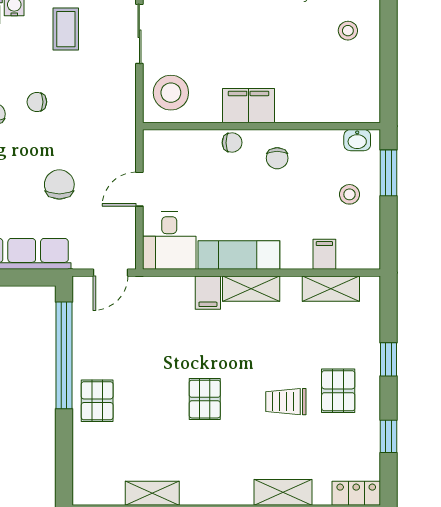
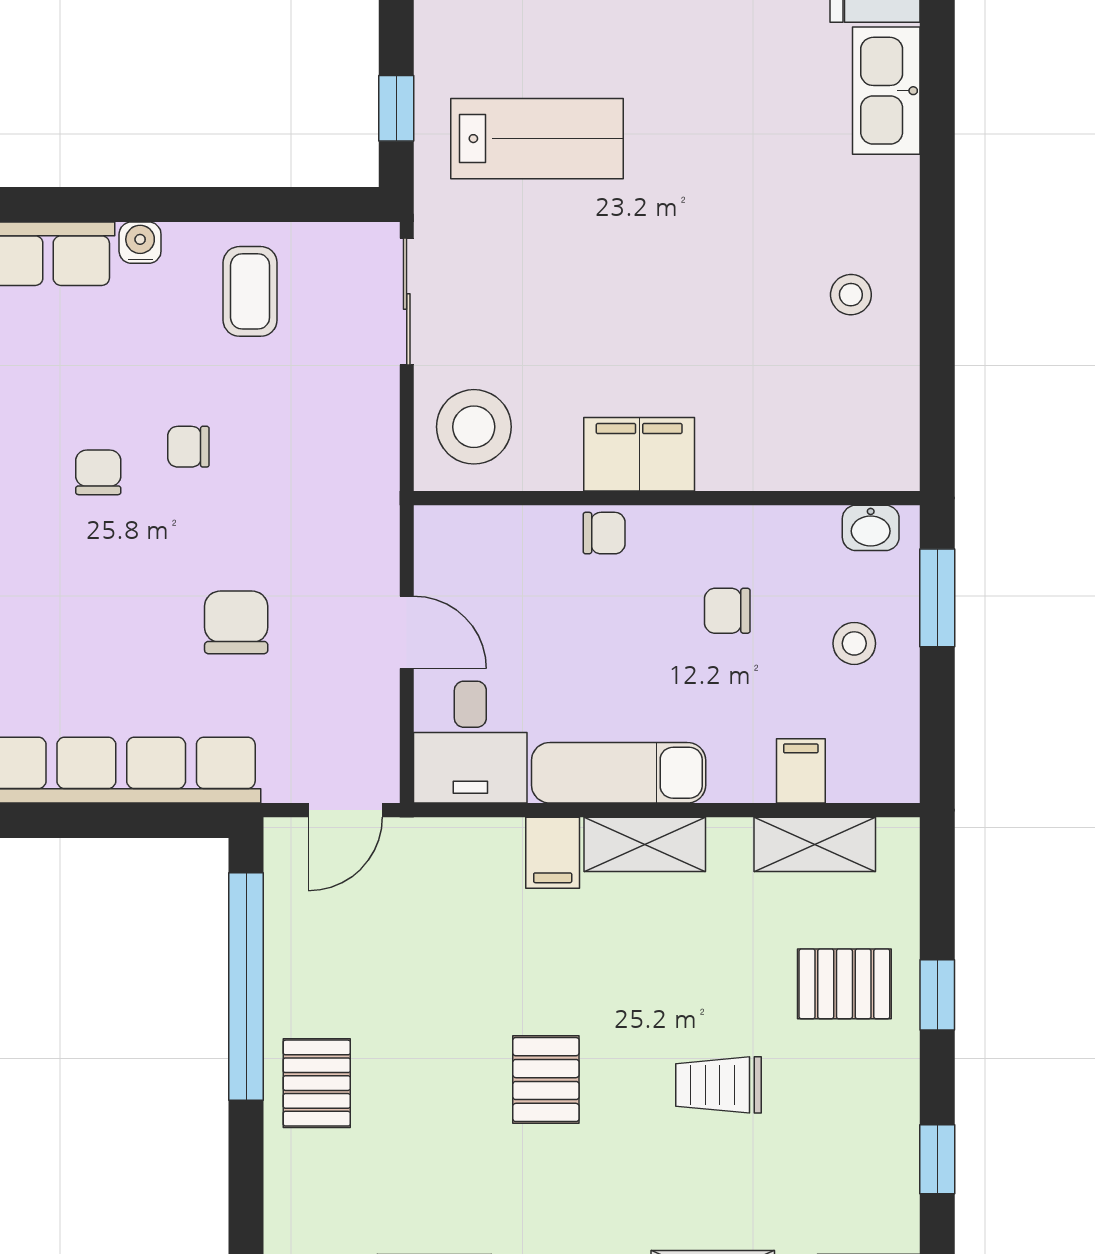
chair: (277, 158) -> (727, 611), moved, turned 90
door: (139, 189) -> (407, 632), swing flipped
pallet: (338, 391) -> (844, 984), moved, turned 90

